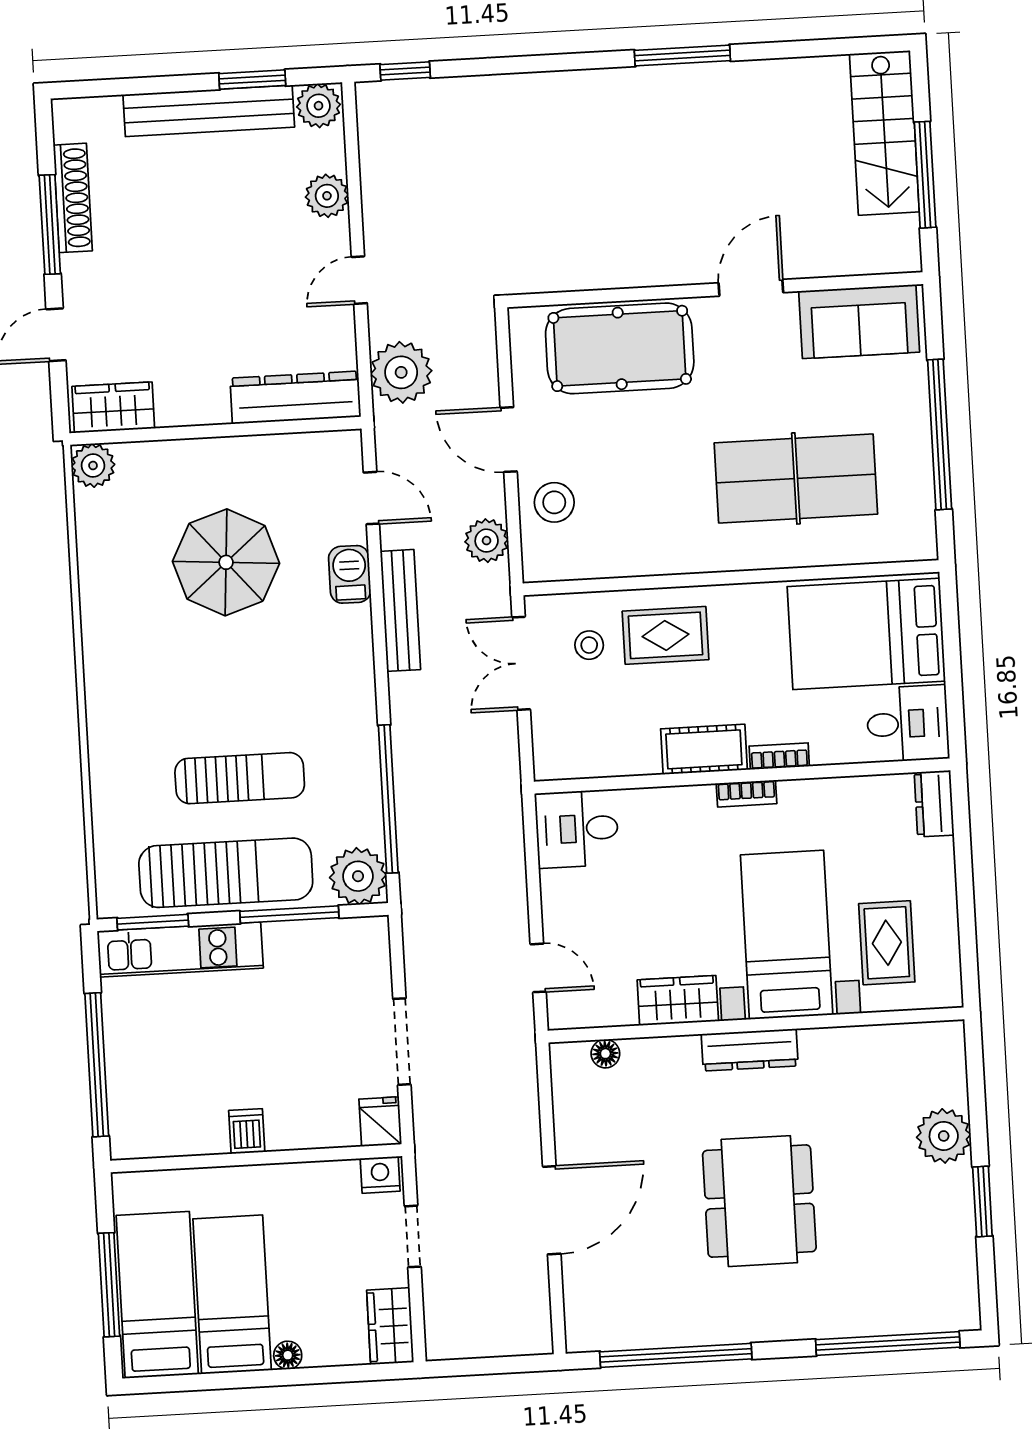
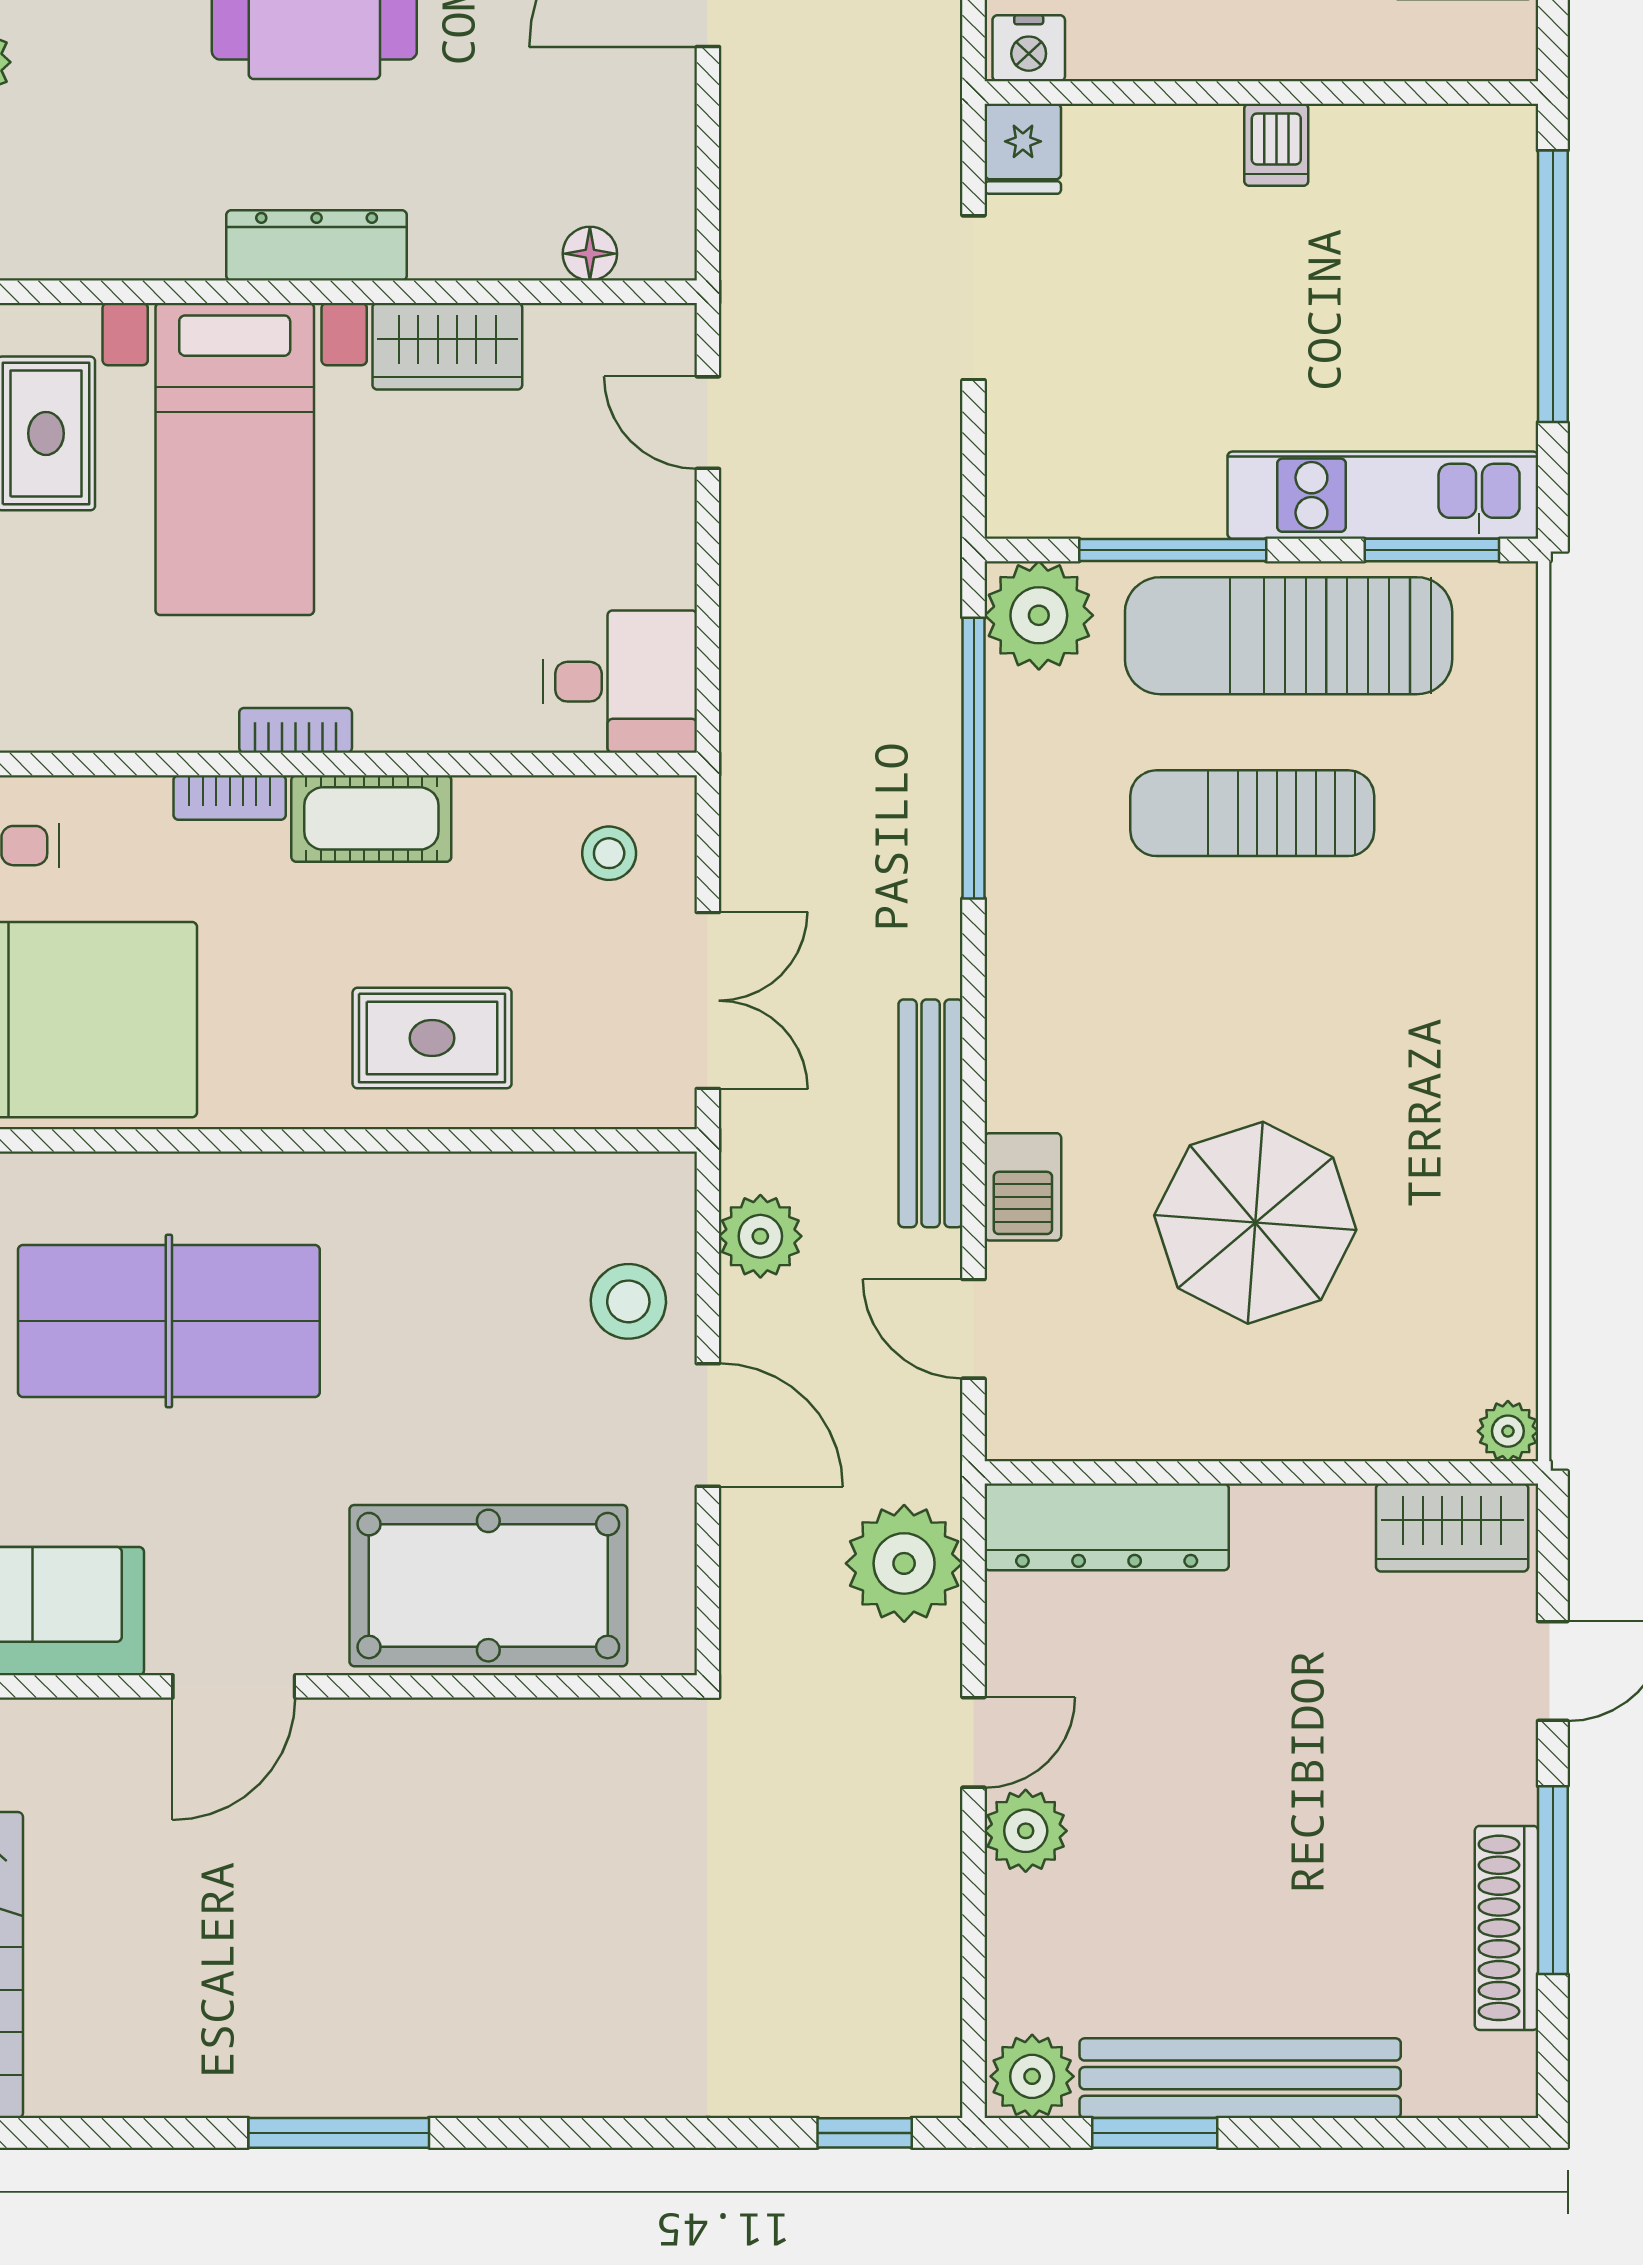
plant: (327, 196) -> (1026, 1831), moved
plant: (93, 465) -> (1508, 1431), width x0.73, depth x0.73
stool: (589, 645) -> (609, 853), moved

